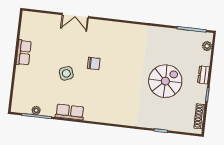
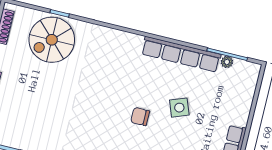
spiral stairs: (165, 81) -> (52, 40), moved
row of seats: (70, 112) -> (181, 54), width x2.02

